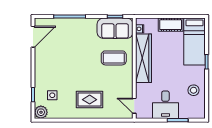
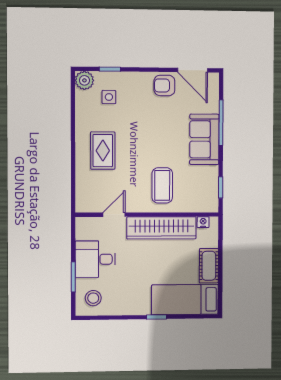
sofa: (115, 28) -> (204, 139), moved
armchair: (44, 57) -> (164, 85), added
stool: (194, 90) -> (93, 298), moved
door: (134, 106) -> (114, 215), moved

